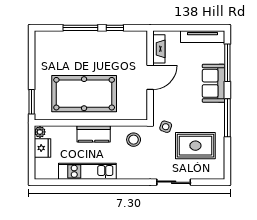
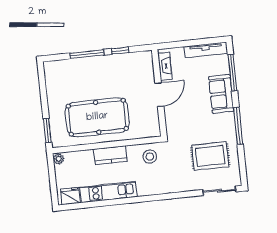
side table: (166, 127) -> (180, 141), removed
fridge: (43, 148) -> (71, 196), moved, turned -90
sliding door: (174, 182) -> (219, 191), moved

